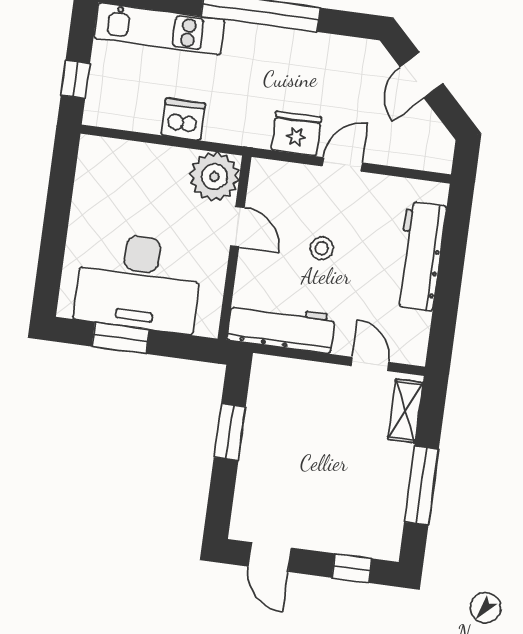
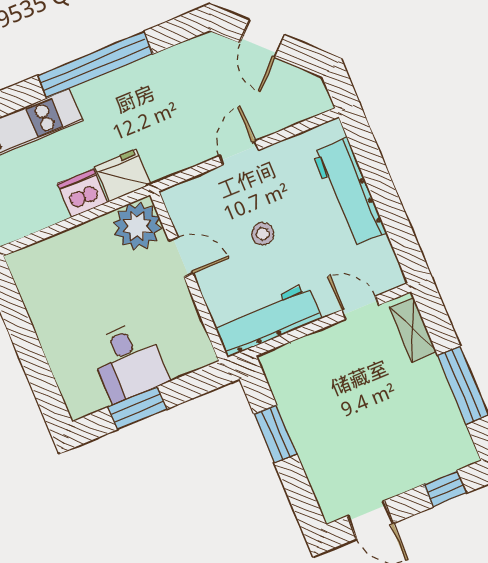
fridge: (296, 134) -> (123, 175), moved
desk: (139, 282) -> (129, 362), width x0.53, depth x0.77

